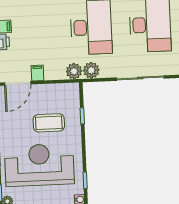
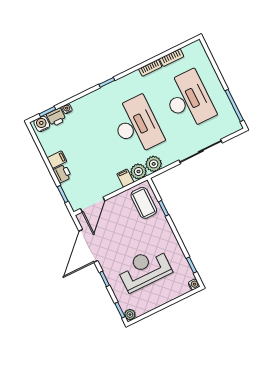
filing cabinet: (37, 73) -> (125, 178), moved
coffee table: (49, 123) -> (144, 203), moved, turned 90
reception desk: (39, 165) -> (144, 269), width x0.74, depth x0.77

